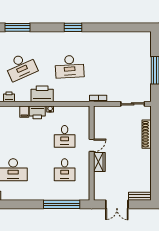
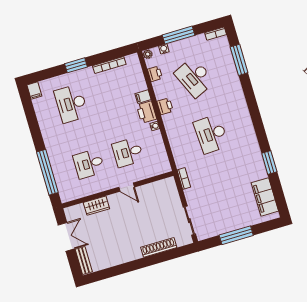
window: (73, 27) -> (269, 163), moved
filing cabinet: (131, 39) -> (265, 197), added
printer: (42, 94) -> (165, 106), width x0.53, depth x0.68
wardrobe: (99, 162) -> (96, 206), moved
double door: (117, 204) -> (66, 237), swing flipped

